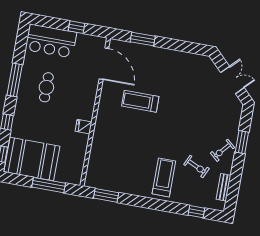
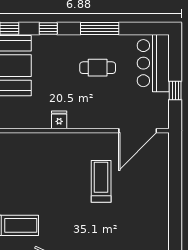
window: (143, 39) -> (175, 171), removed

